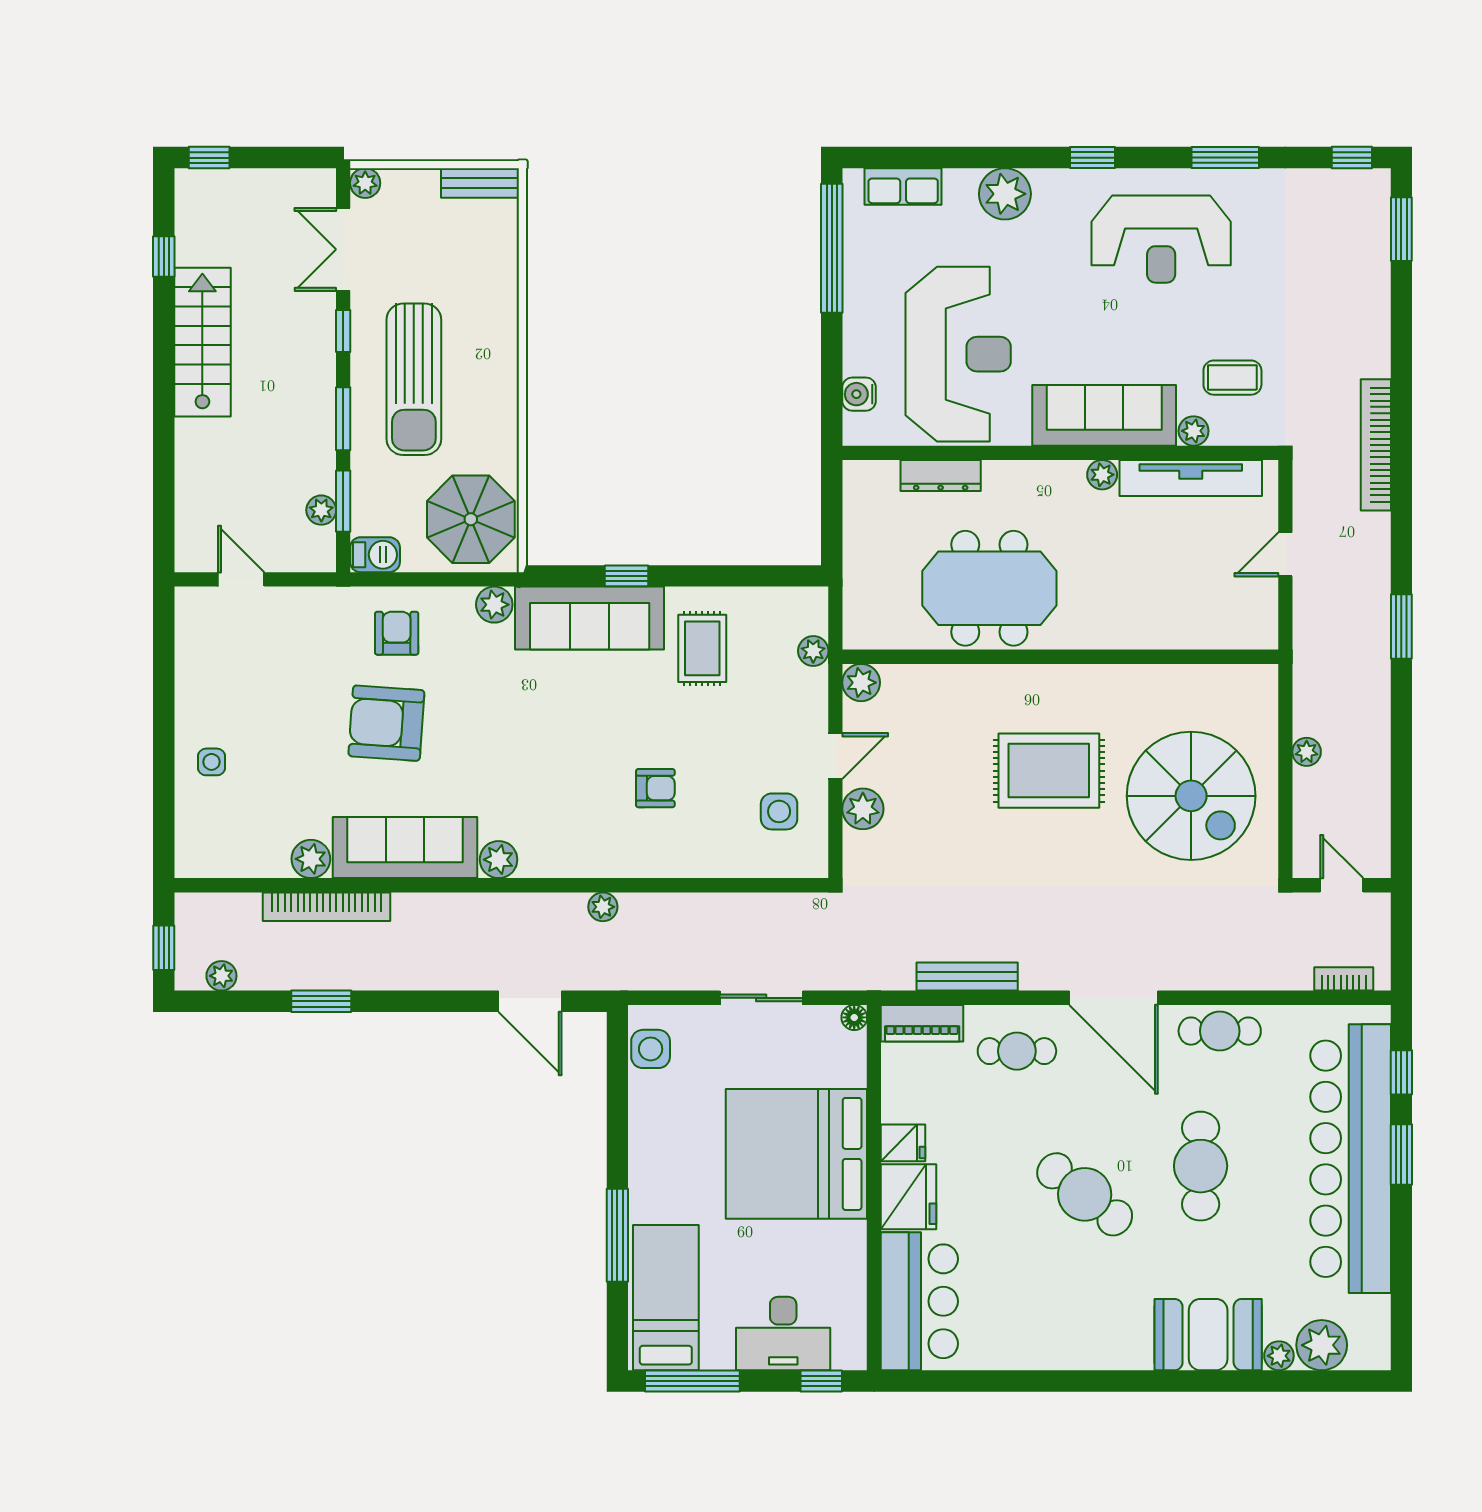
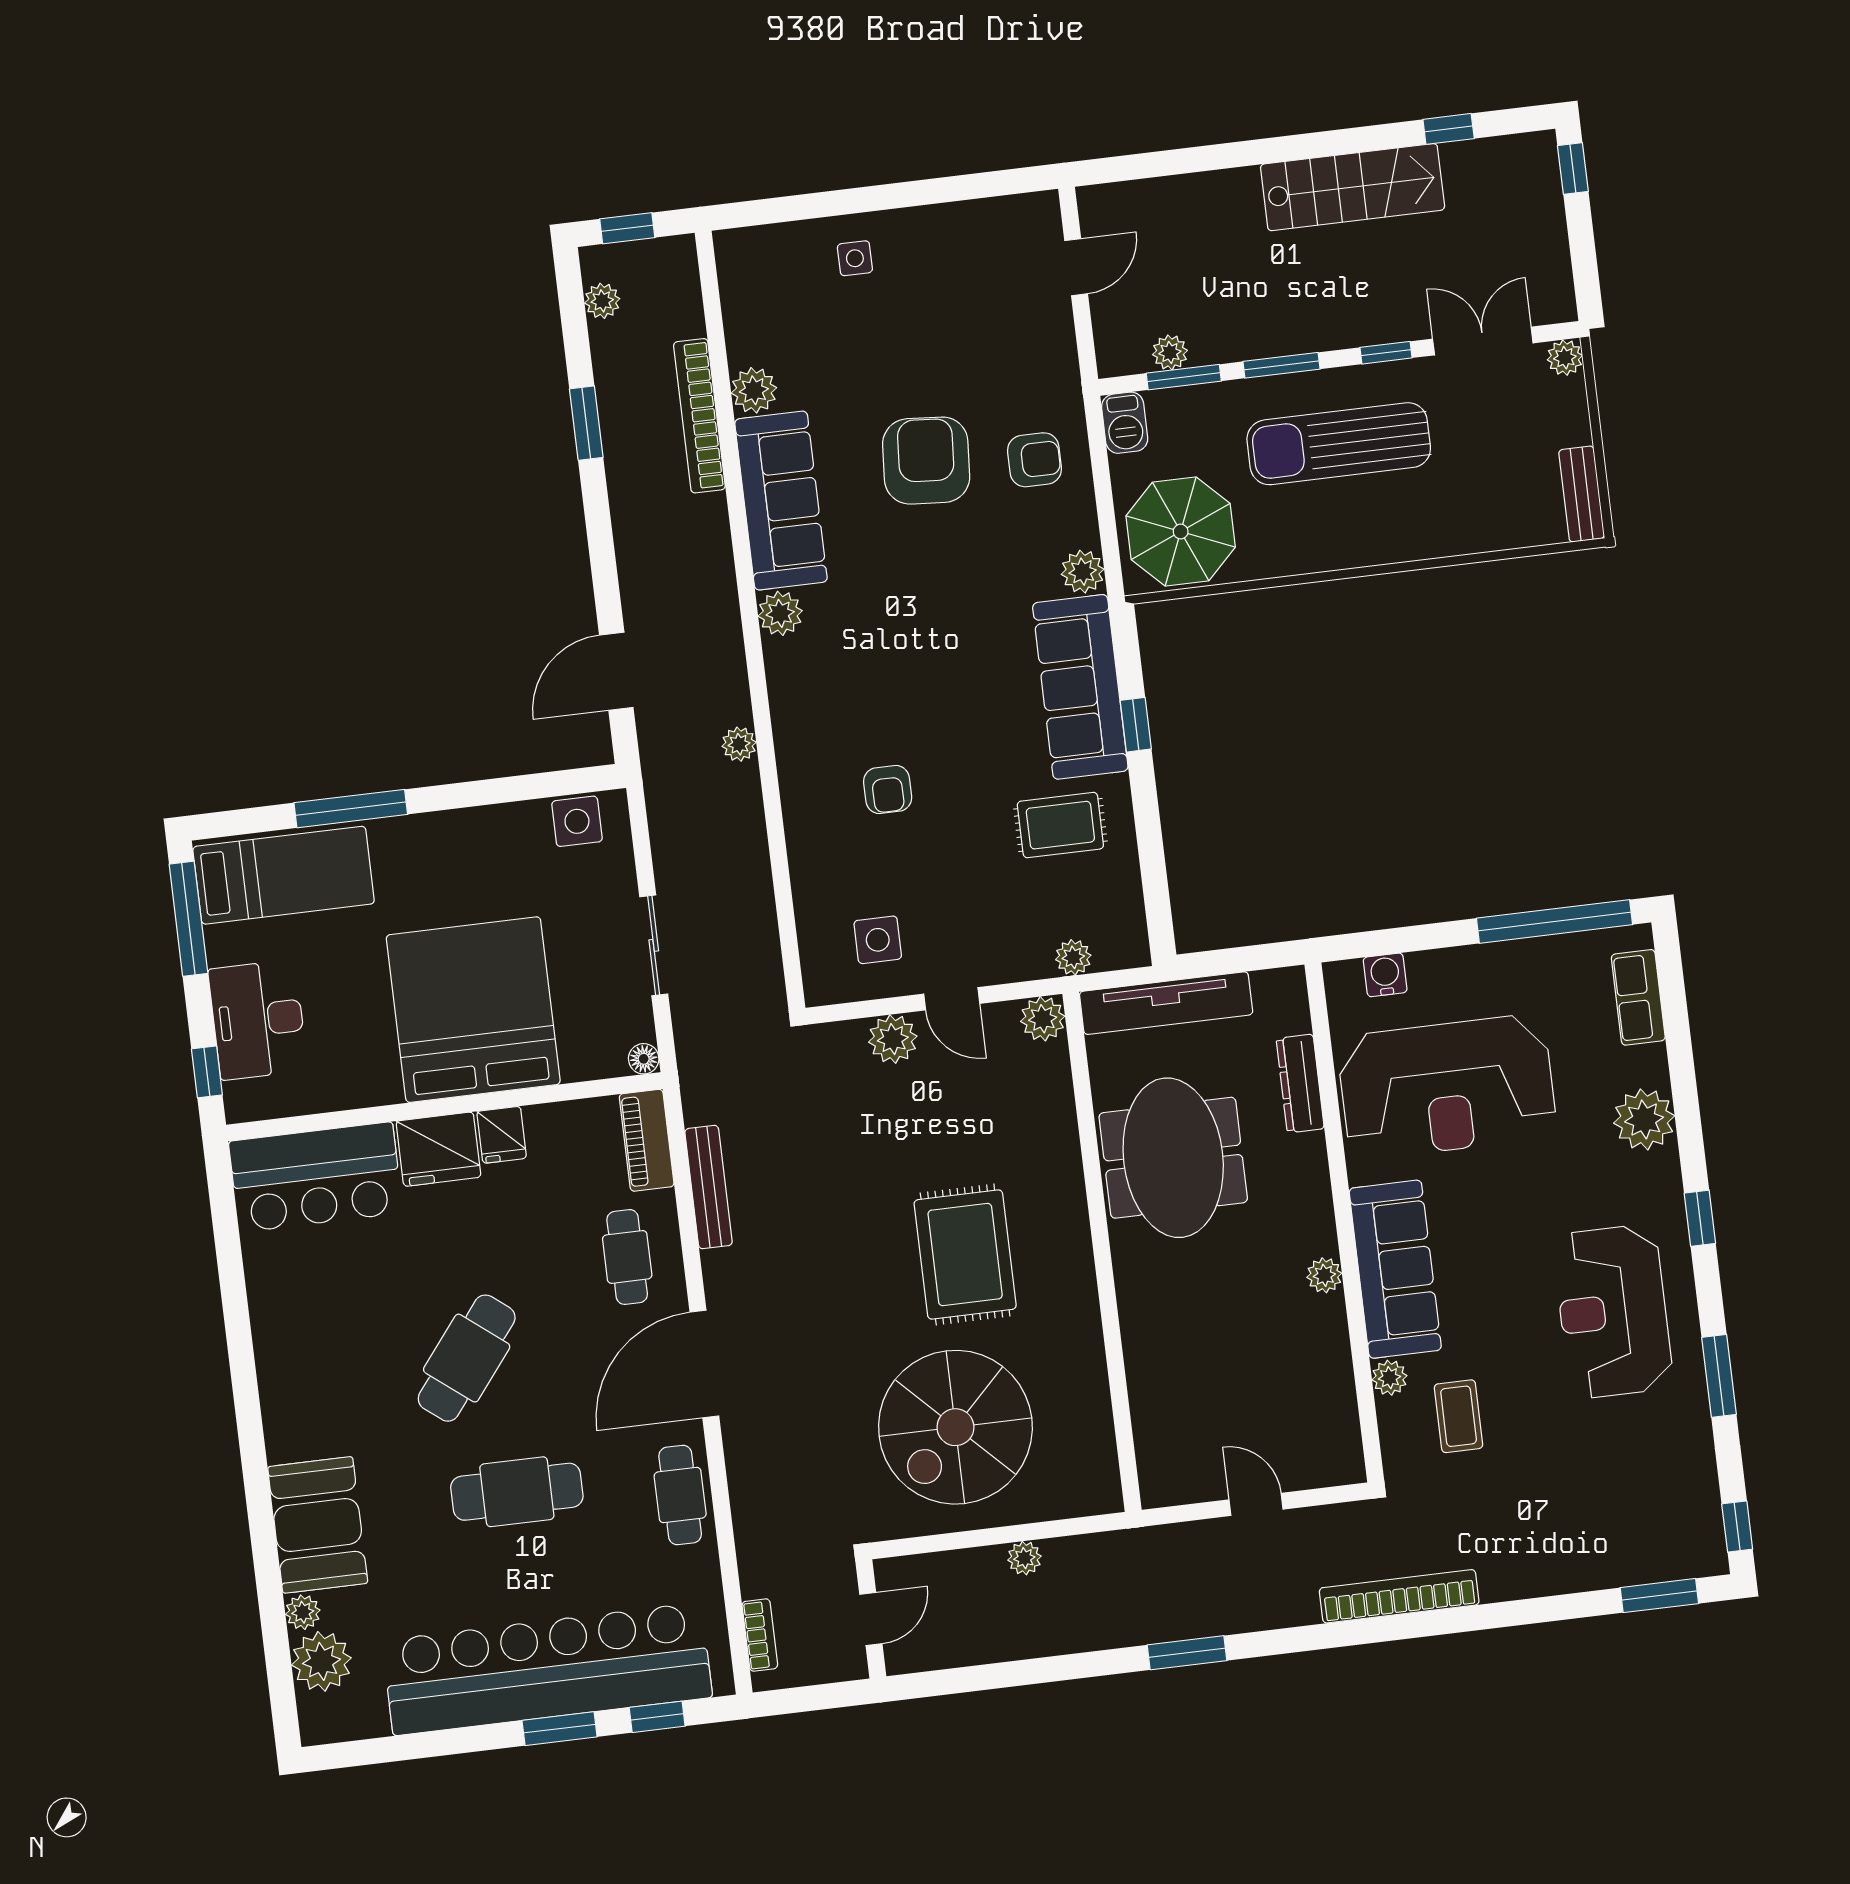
tv unit: (1191, 478) -> (1166, 1003), moved, turned -90

